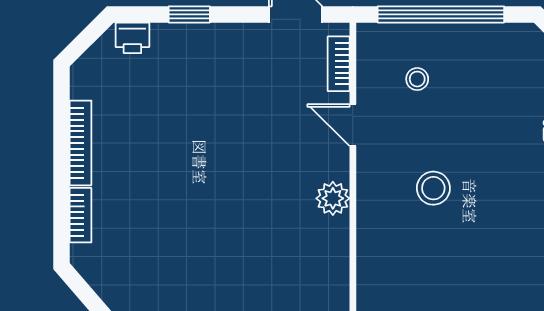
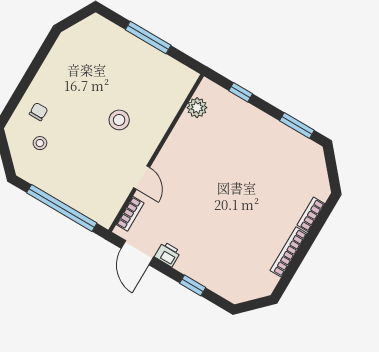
printer: (132, 38) -> (168, 254), moved
stool: (417, 79) -> (40, 143), moved
plant: (333, 198) -> (197, 108), moved

